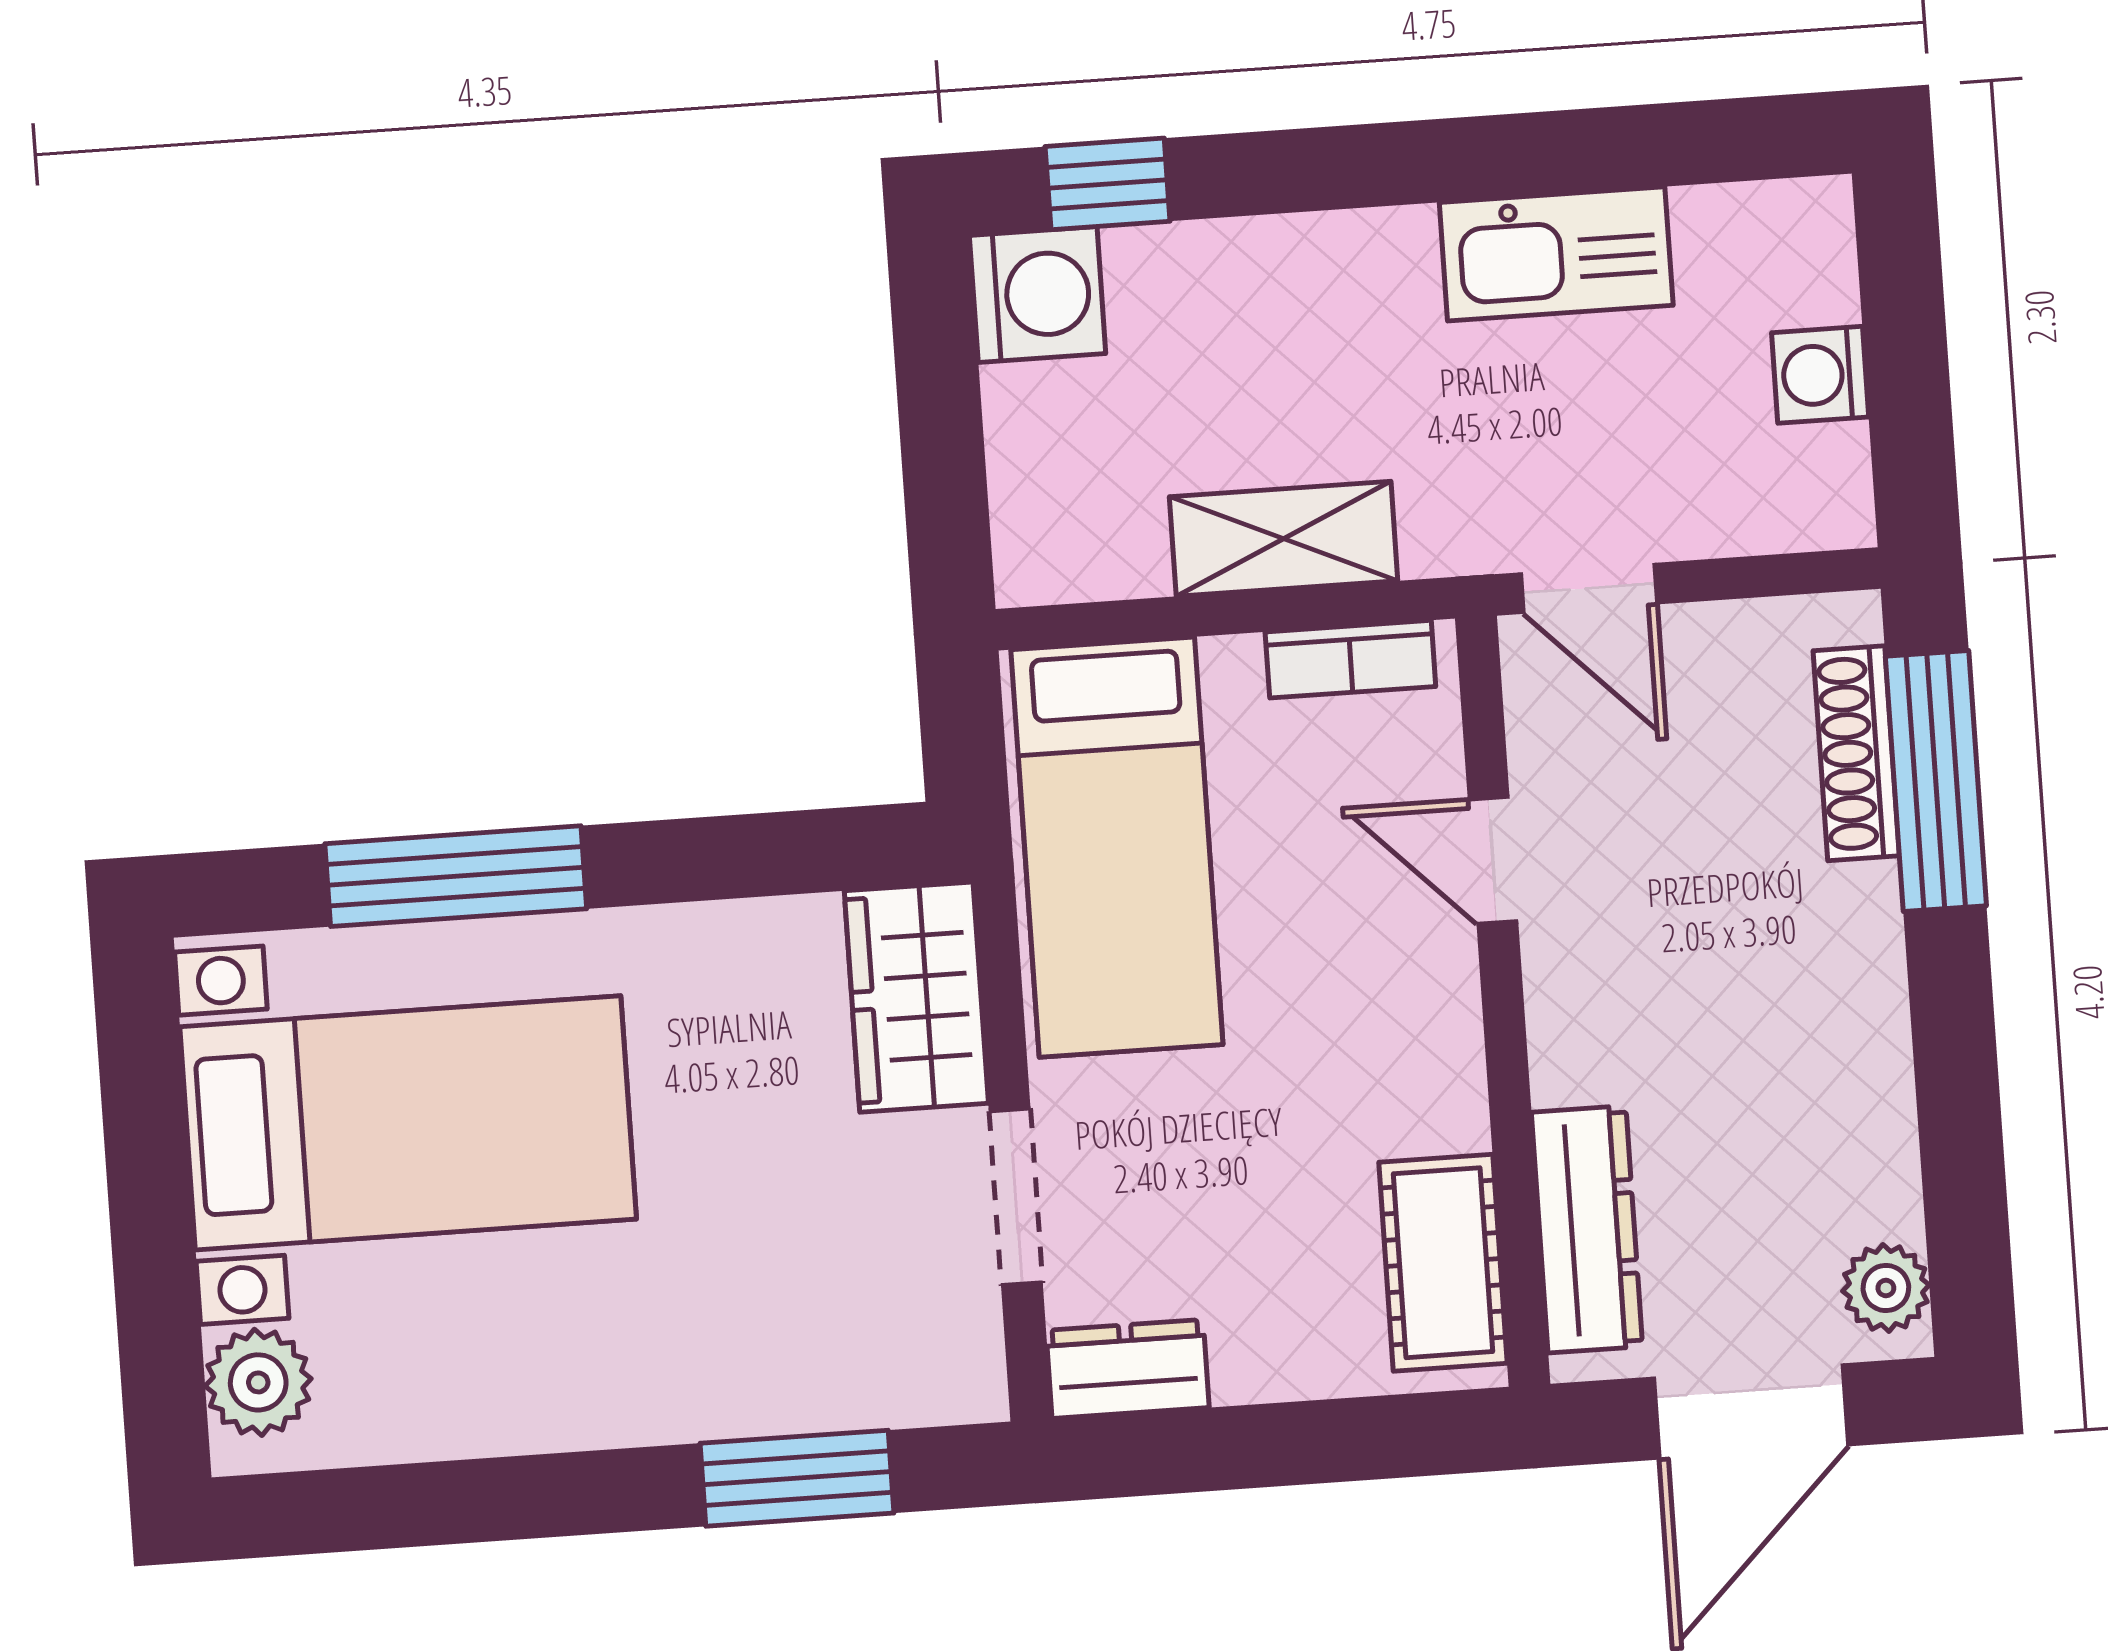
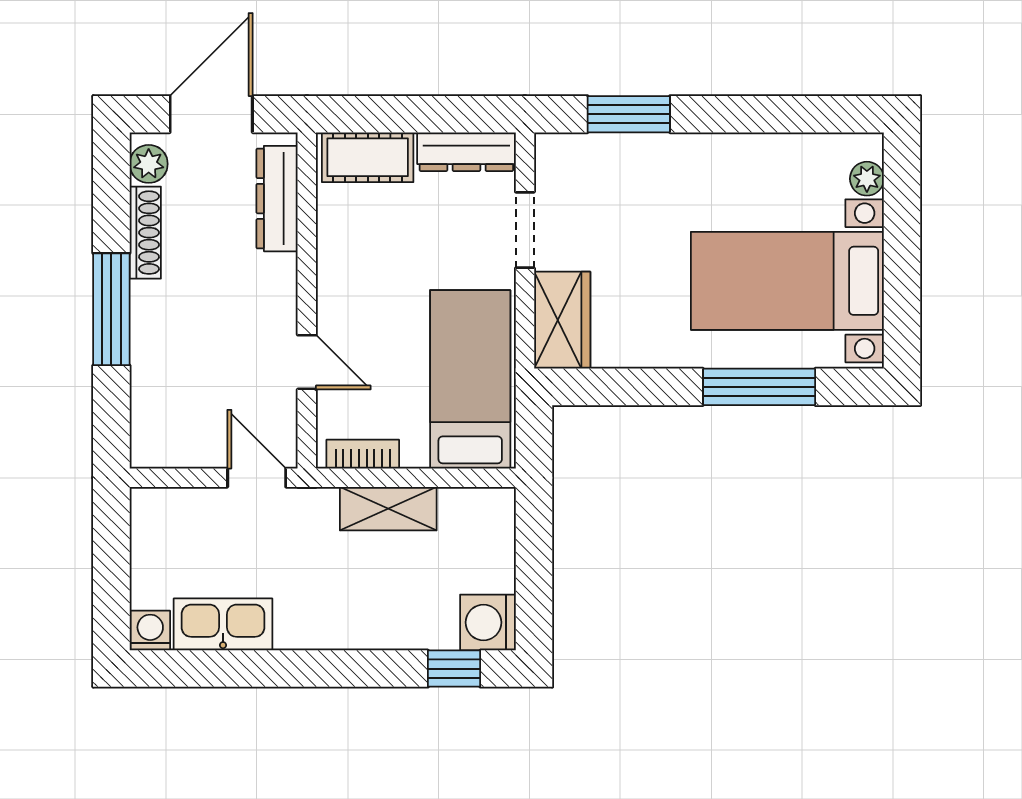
kitchen sink: (1556, 254) -> (223, 624), moved
washing machine: (1820, 375) -> (150, 630), moved, turned -90
shoe rack: (1856, 753) -> (145, 233), moved
window: (1936, 781) -> (111, 309), moved
cot: (1443, 1263) -> (368, 157), moved, turned 90
dresser: (1128, 1369) -> (466, 152), width x1.44
plant: (258, 1382) -> (867, 179), width x0.73, depth x0.73

